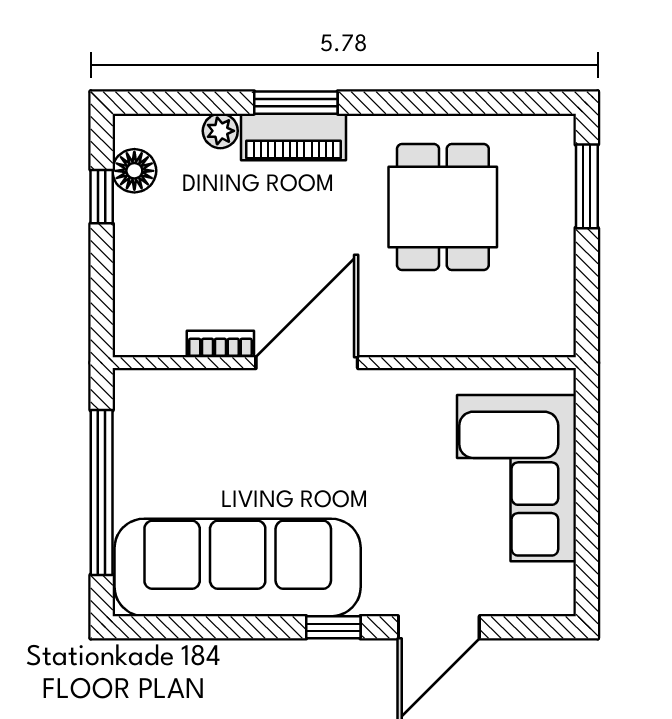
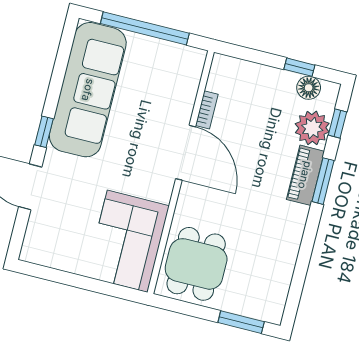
window: (186, 103) -> (337, 124), added
plant: (220, 131) -> (312, 128), width x1.87, depth x1.87
dining table: (443, 207) -> (196, 264), moved, turned 90
corner sofa: (516, 478) -> (128, 241), moved, turned -90

